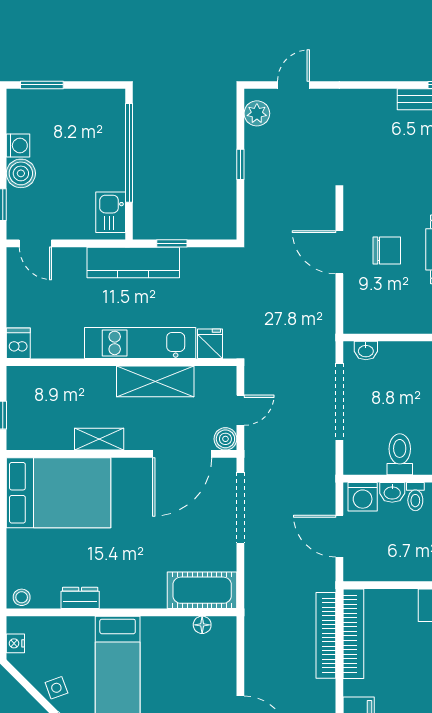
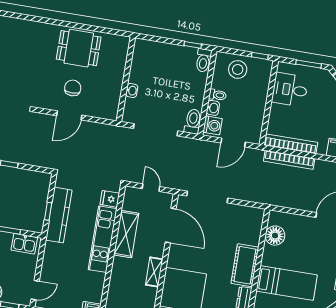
kitchen counter: (133, 262) -> (59, 215), moved
washbasin: (366, 351) -> (132, 91), moved
boiler: (225, 439) -> (166, 199), removed
toilet: (400, 454) -> (193, 121), moved, turned 90
cot: (202, 590) -> (245, 265), moved
floor lamp: (202, 625) -> (275, 236), width x1.89, depth x1.89

